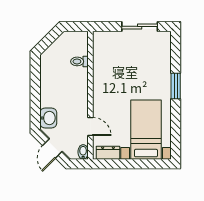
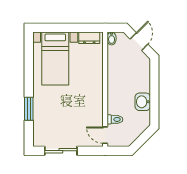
window: (176, 86) -> (29, 109), moved
washbasin: (48, 118) -> (143, 102), moved
door: (90, 126) -> (105, 135), moved

